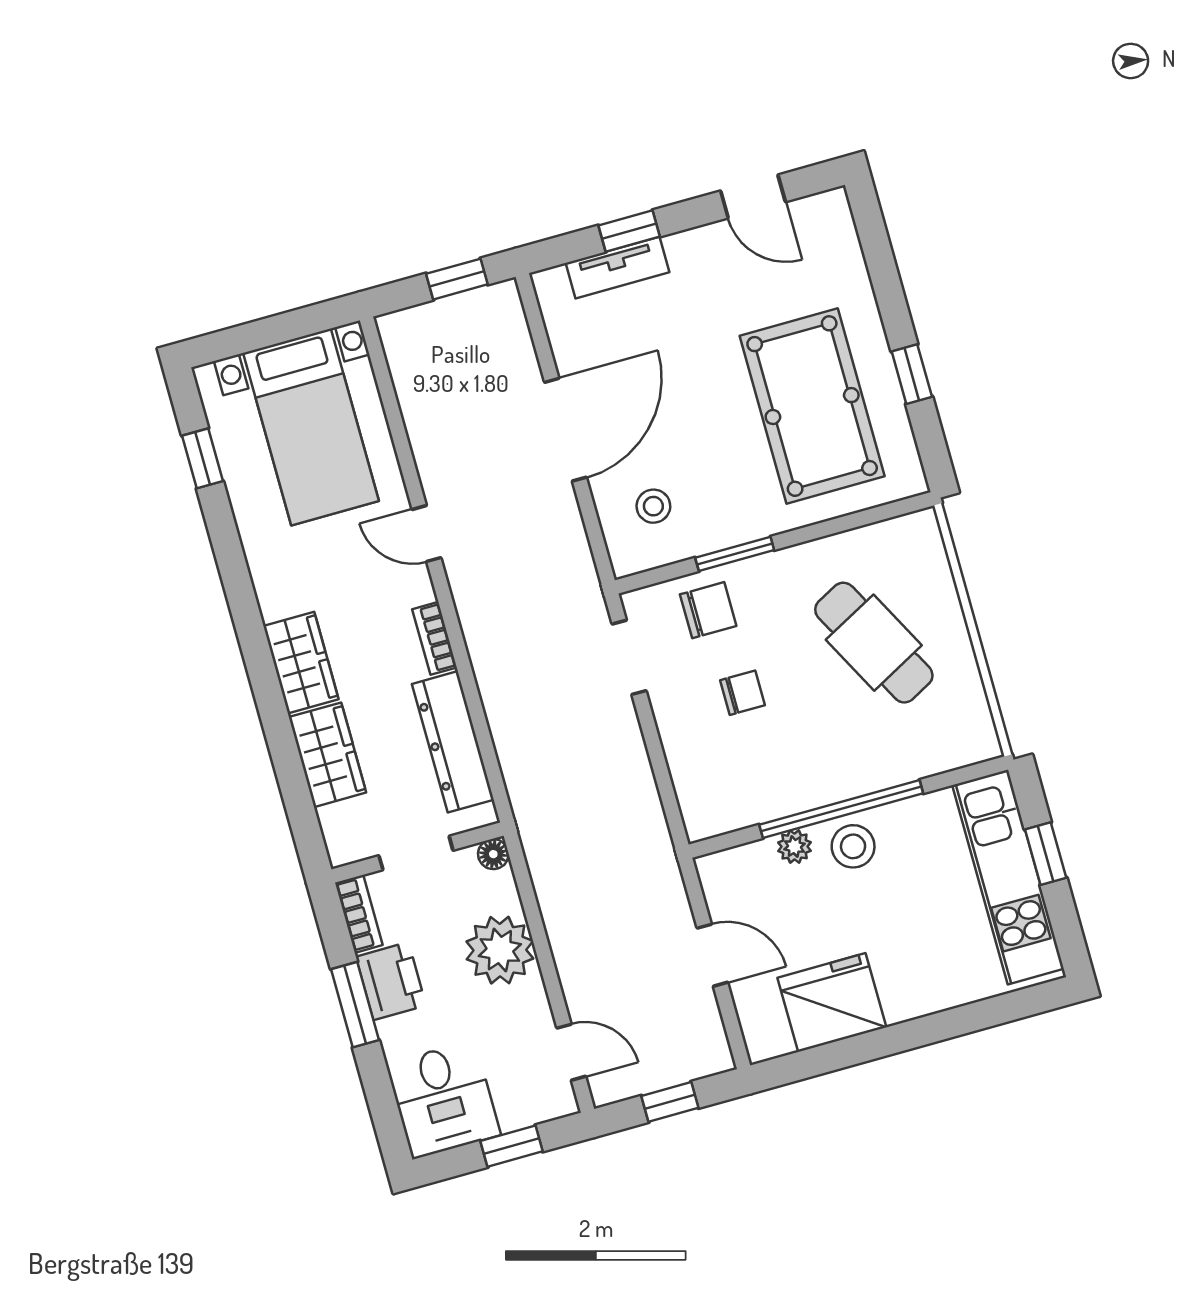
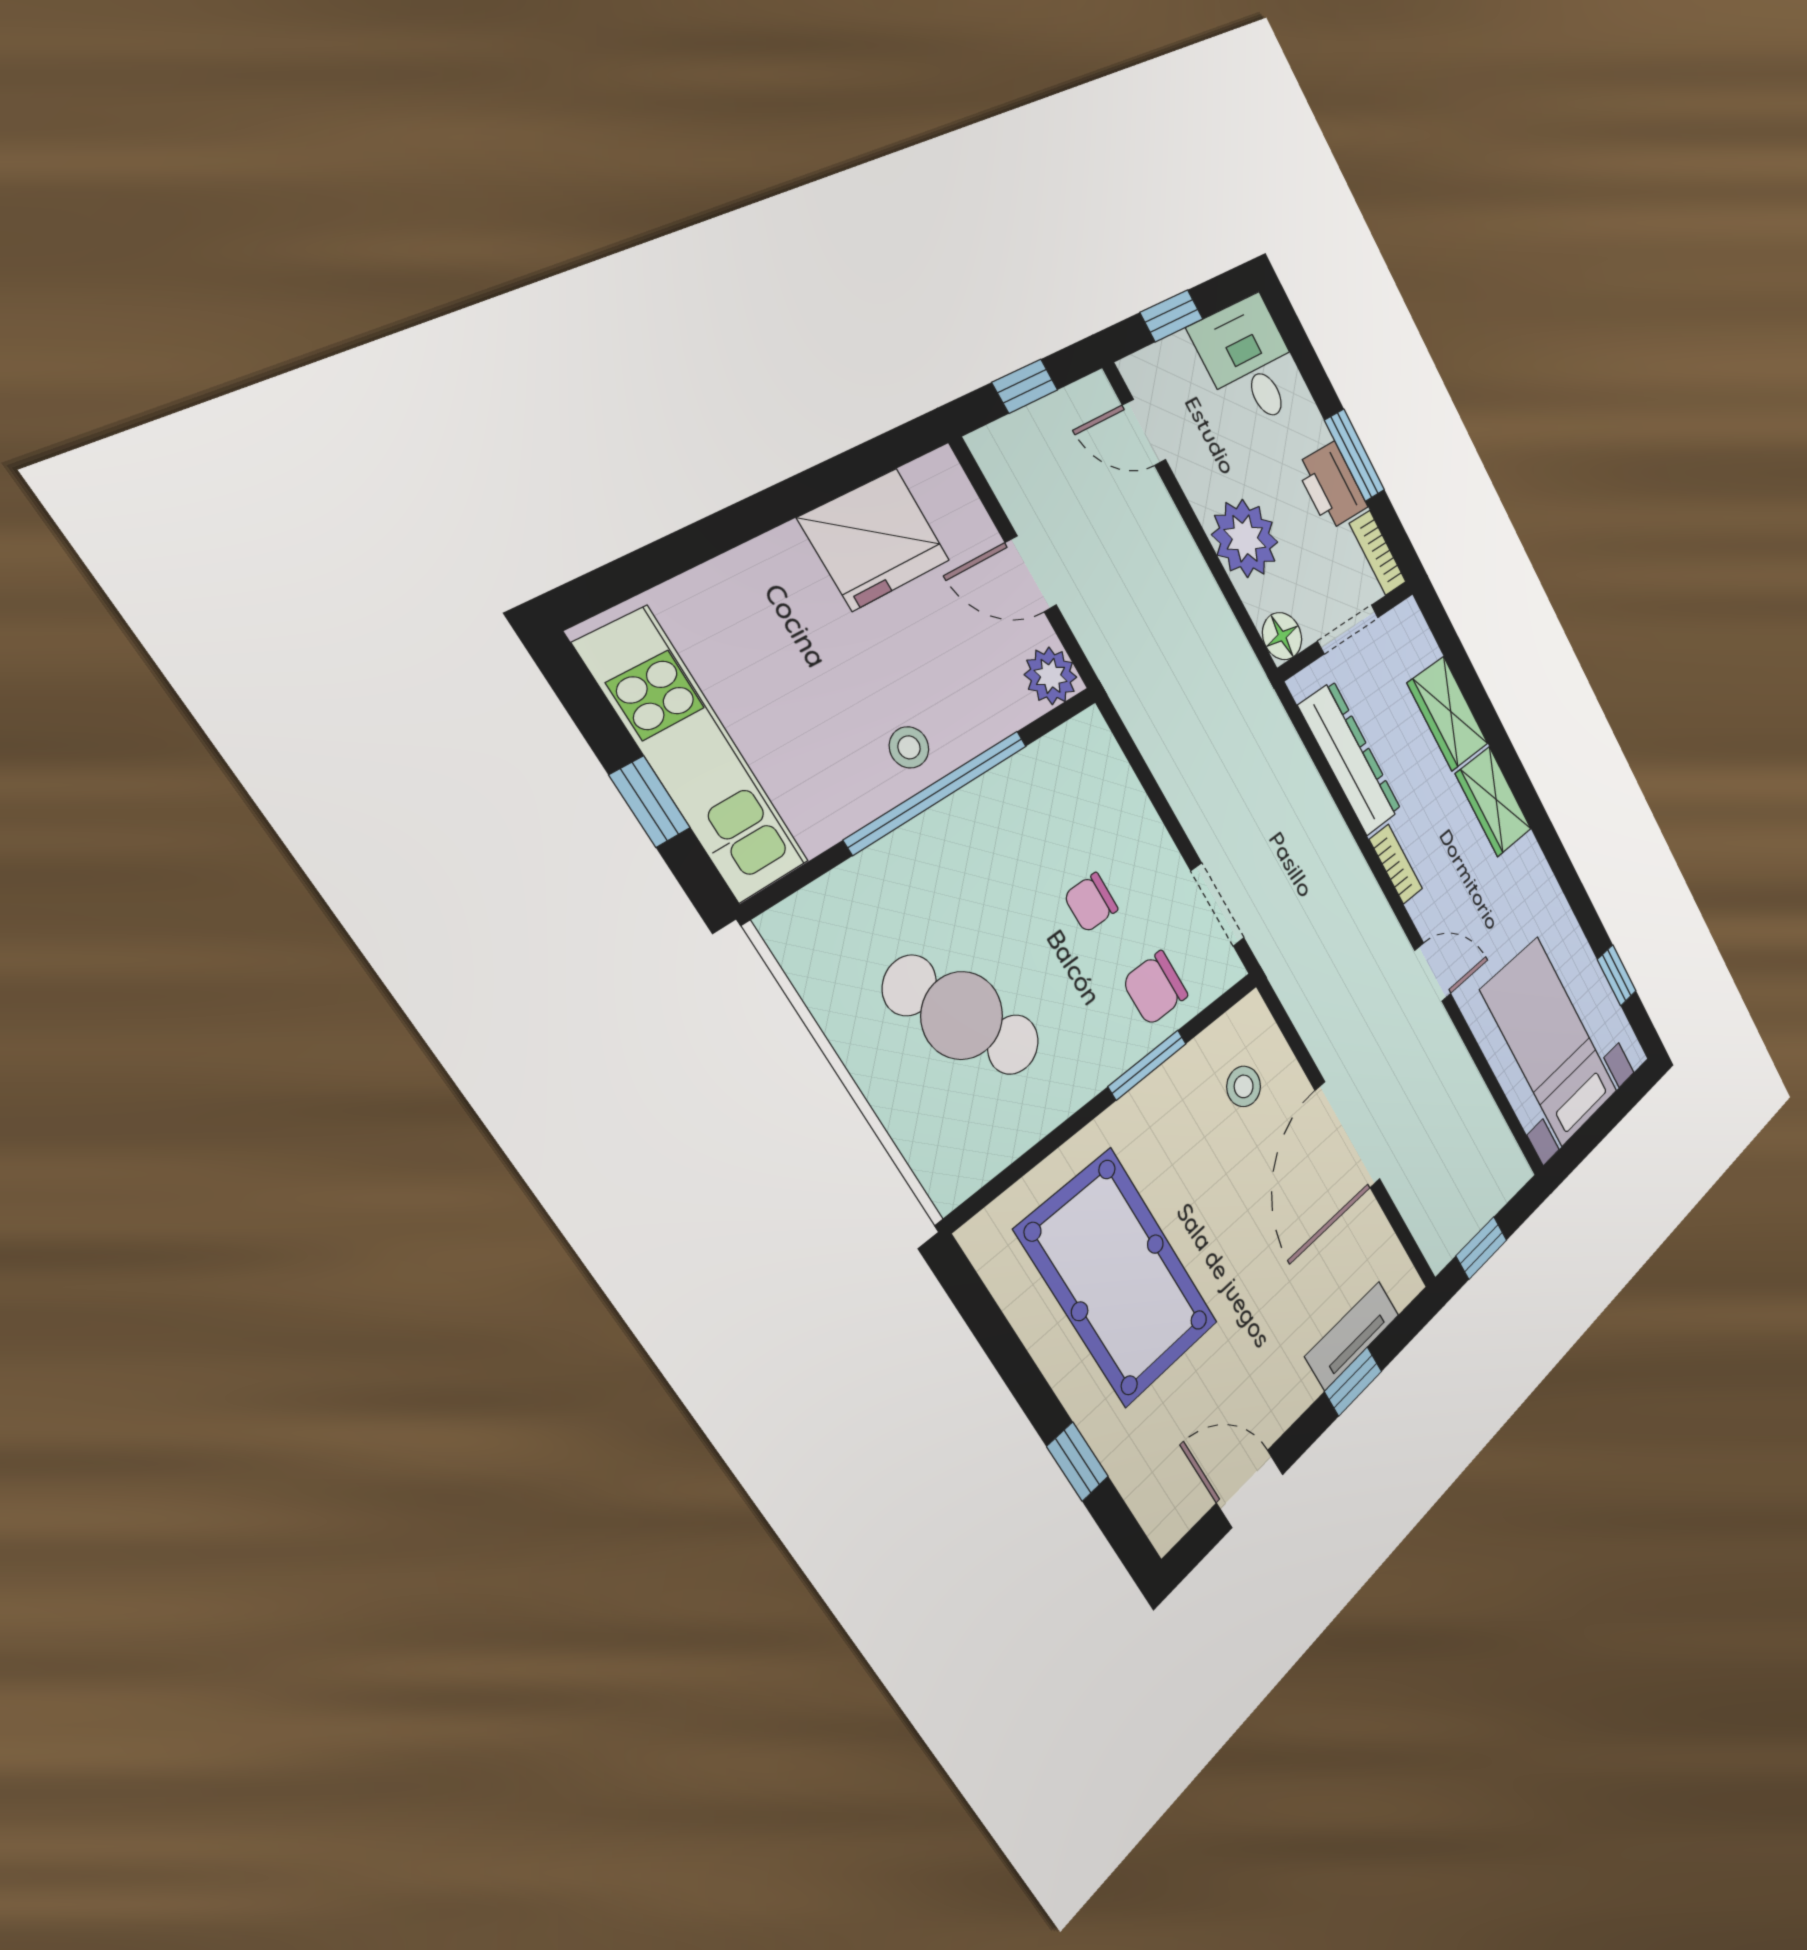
window: (912, 374) -> (1078, 1462), moved
stool: (853, 846) -> (909, 747), width x0.73, depth x0.73
plant: (794, 847) -> (1051, 676), moved, width x1.38, depth x1.38
floor lamp: (493, 854) -> (1282, 636), width x1.37, depth x1.37

